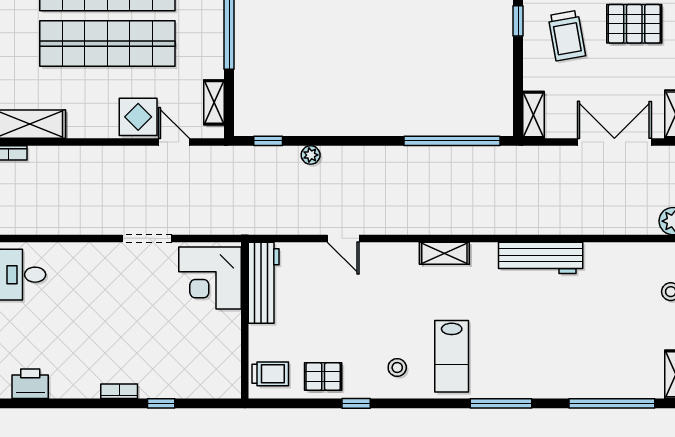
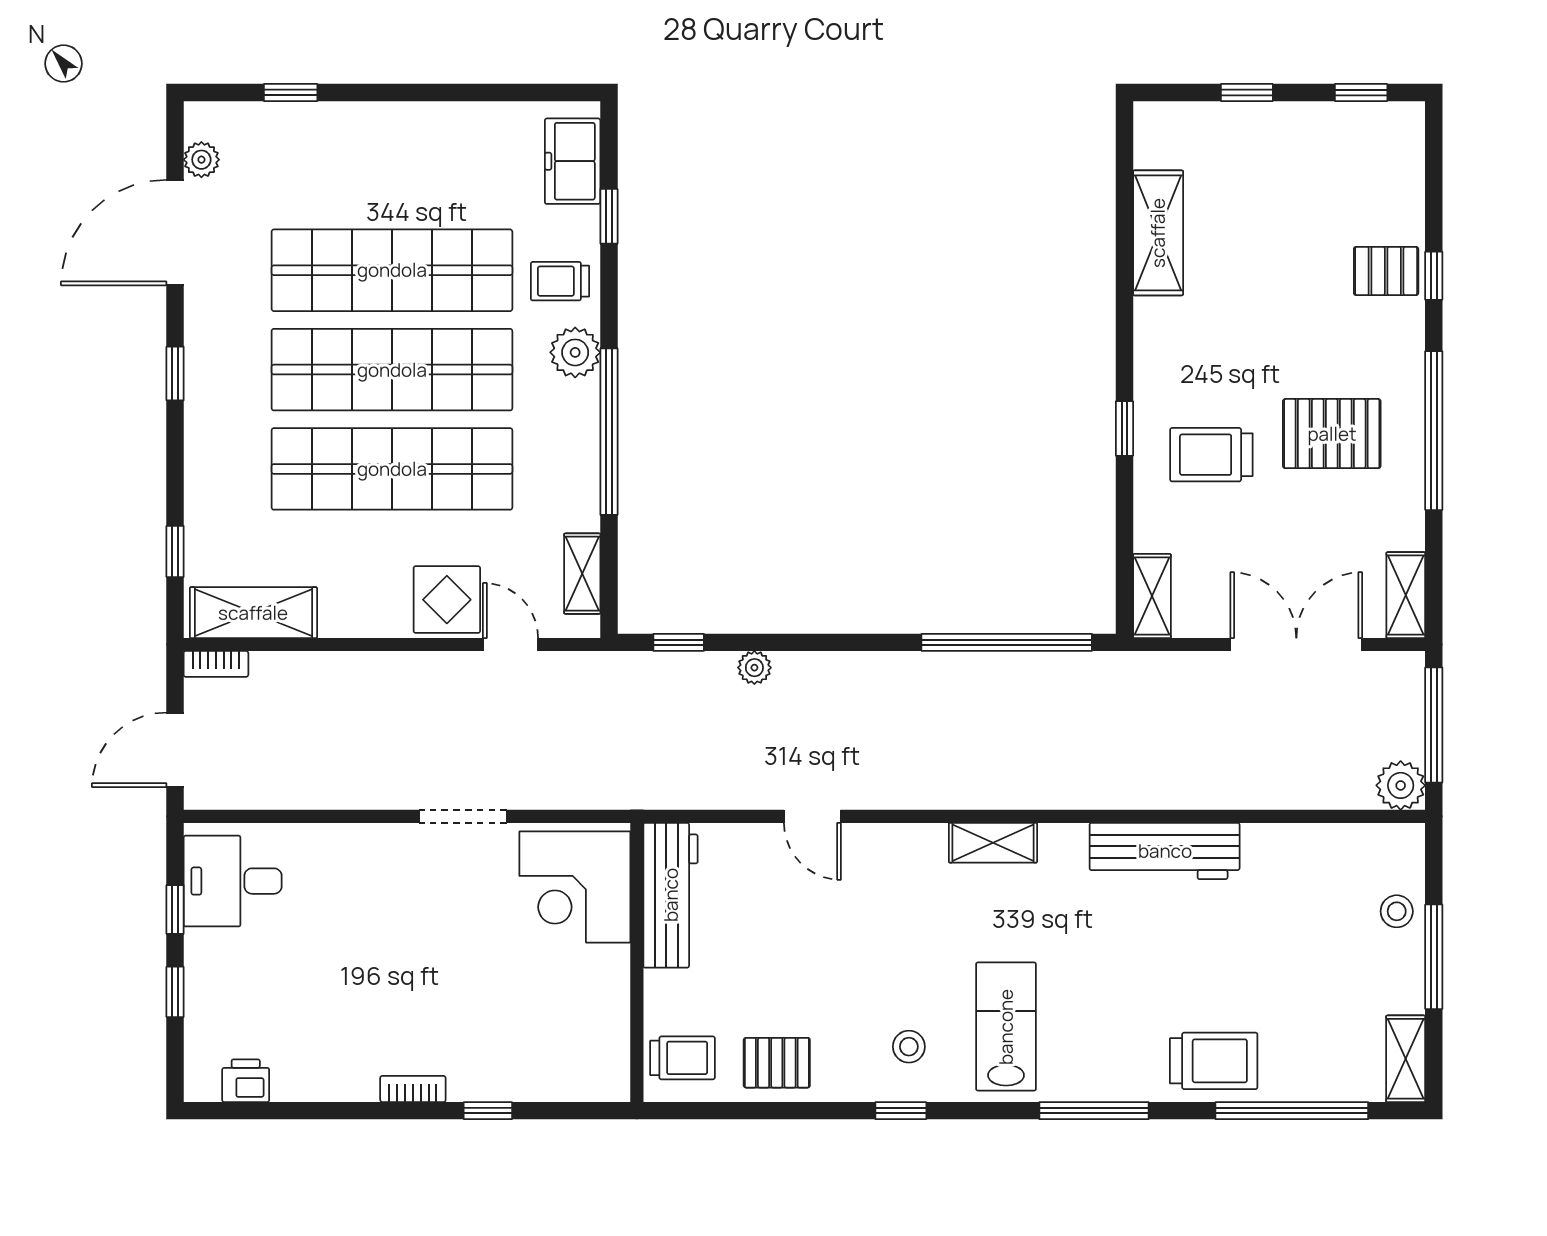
trolley: (567, 36) -> (1211, 455), turned 100
lab bench: (452, 356) -> (1006, 1027), turned 180
trolley: (568, 375) -> (1214, 1061), added
printer: (30, 384) -> (246, 1081), width x0.73, depth x0.81
window: (356, 403) -> (901, 1111), moved

